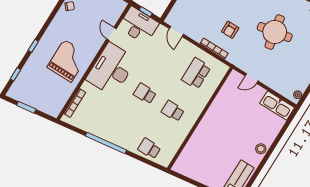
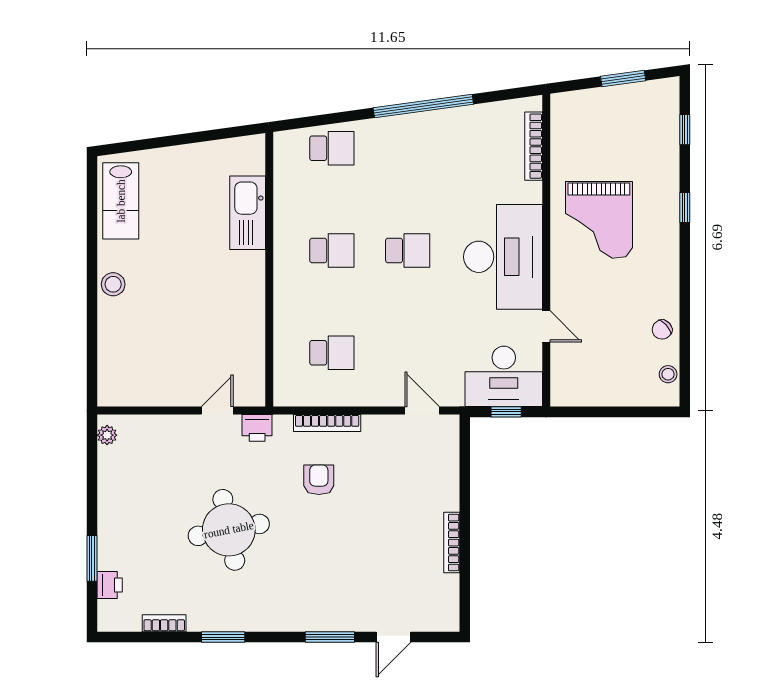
printer: (241, 63) -> (257, 428), added
school desk: (196, 73) -> (332, 353), width x0.54
kitchen sink: (277, 105) -> (248, 213), moved, turned -90

